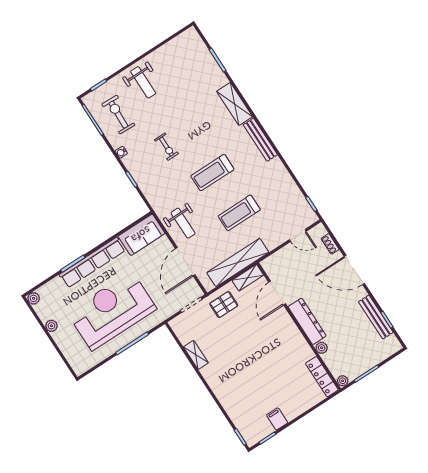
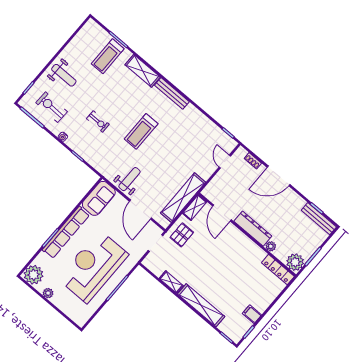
treadmill: (239, 213) -> (108, 56), moved
weight bench: (183, 223) -> (129, 179), turned -90
door: (298, 235) -> (225, 162), swing flipped
plant: (34, 298) -> (34, 275), width x1.88, depth x1.88
bench: (376, 317) -> (319, 219), moved
plant: (343, 381) -> (295, 262), width x1.87, depth x1.87
shelving: (222, 391) -> (201, 305), added

